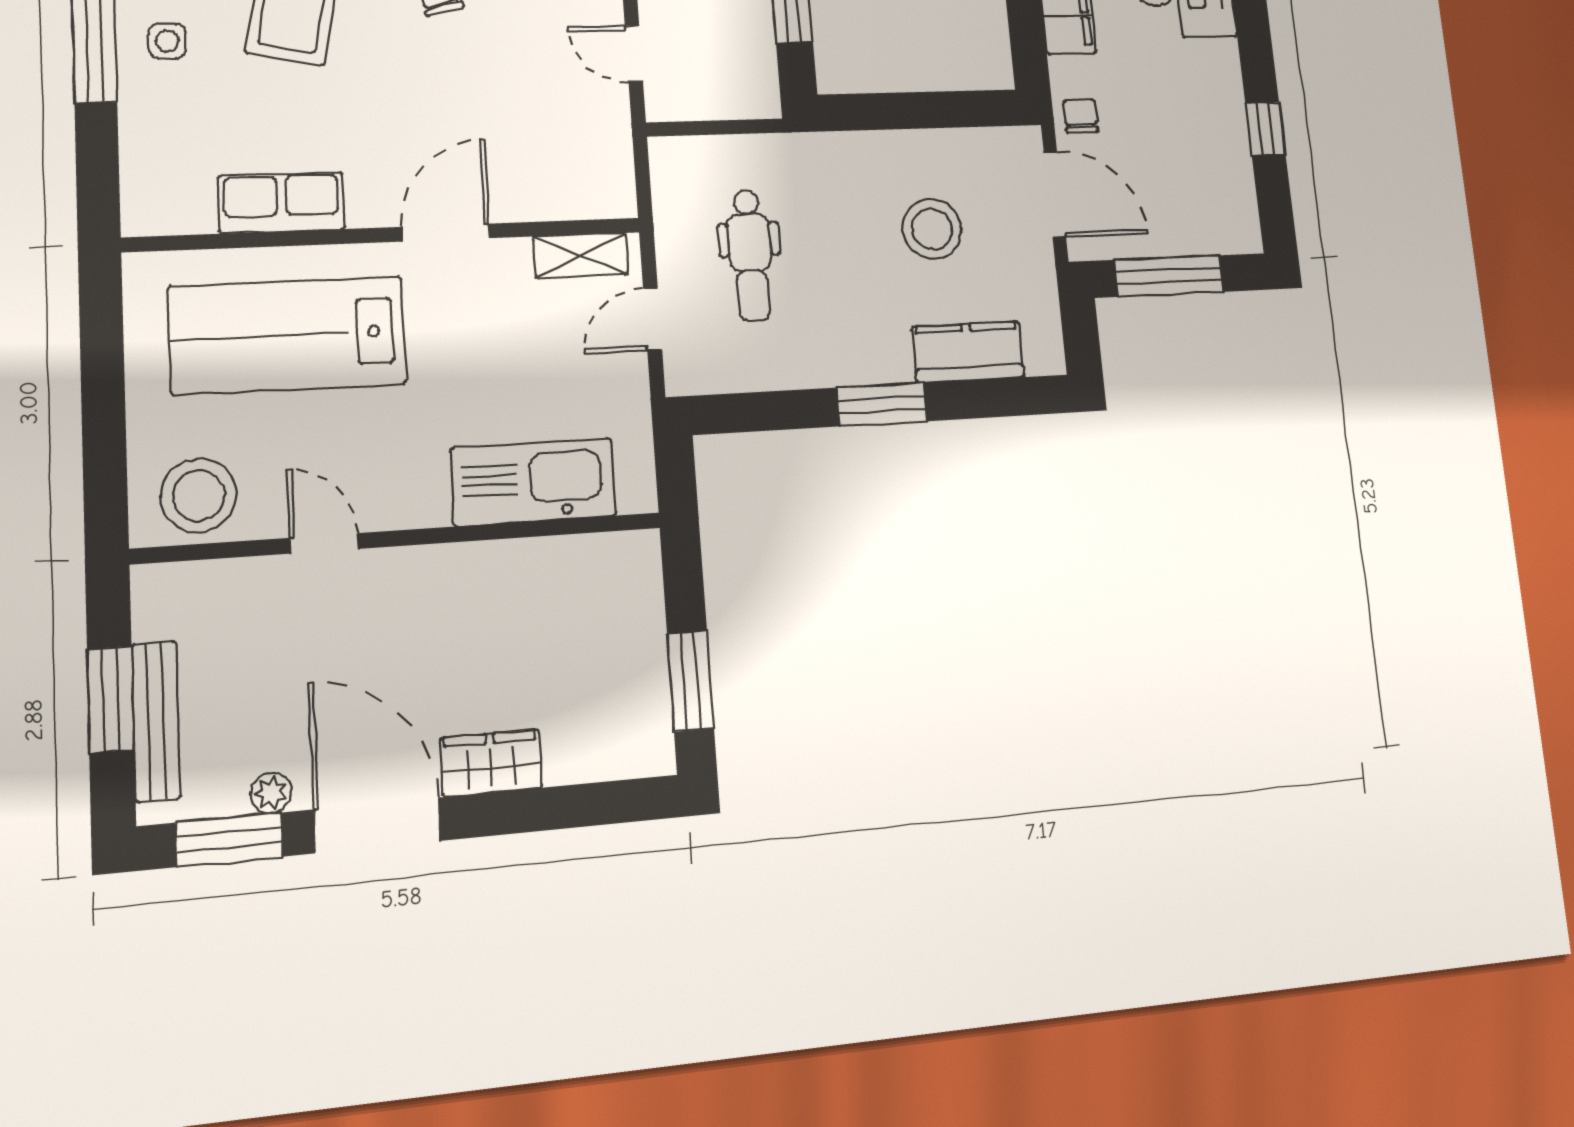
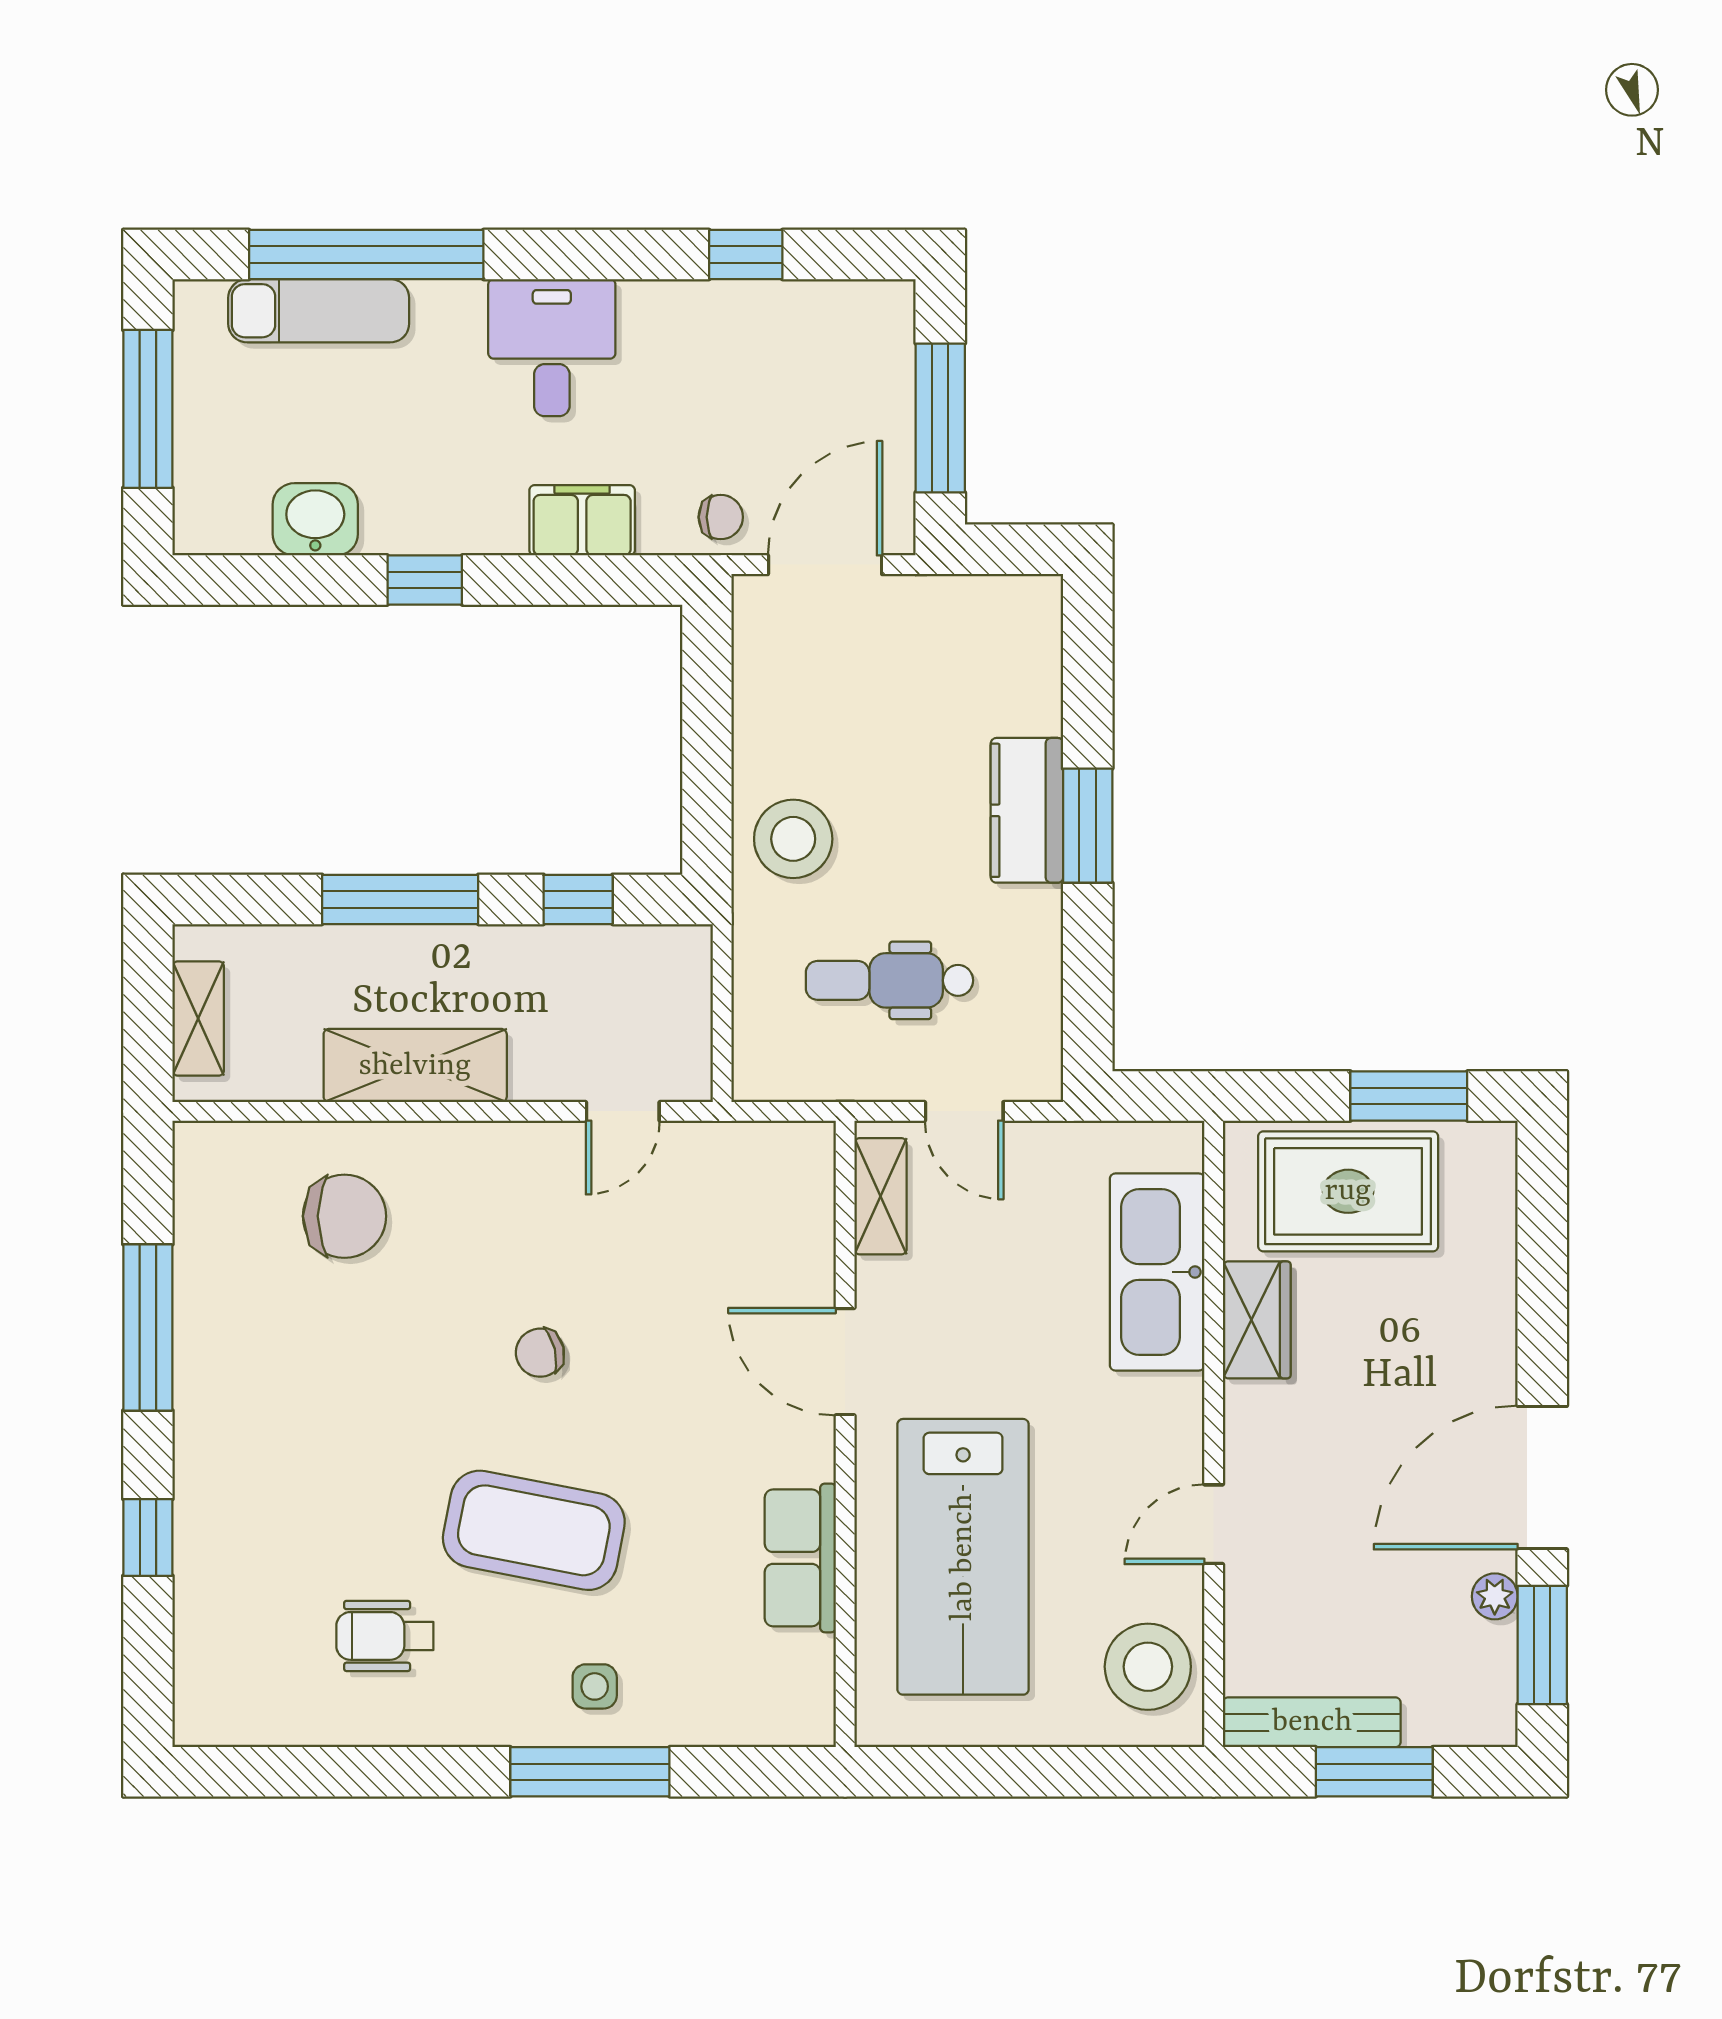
chair: (1081, 116) -> (721, 517), turned 180
stool: (932, 229) -> (793, 839), moved
dental chair: (750, 255) -> (889, 980), turned 180
kitchen counter: (968, 352) -> (1027, 810), moved
rug: (609, 636) -> (1348, 1191), added
bench: (156, 721) -> (1312, 1722), moved
wardrobe: (491, 763) -> (1257, 1320), moved, turned 180

